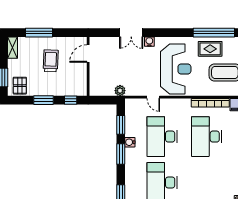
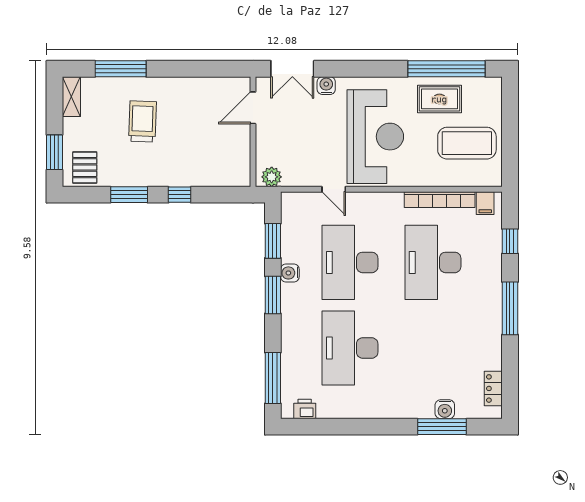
door: (88, 54) -> (253, 108), moved
wall: (88, 66) -> (253, 132), moved

